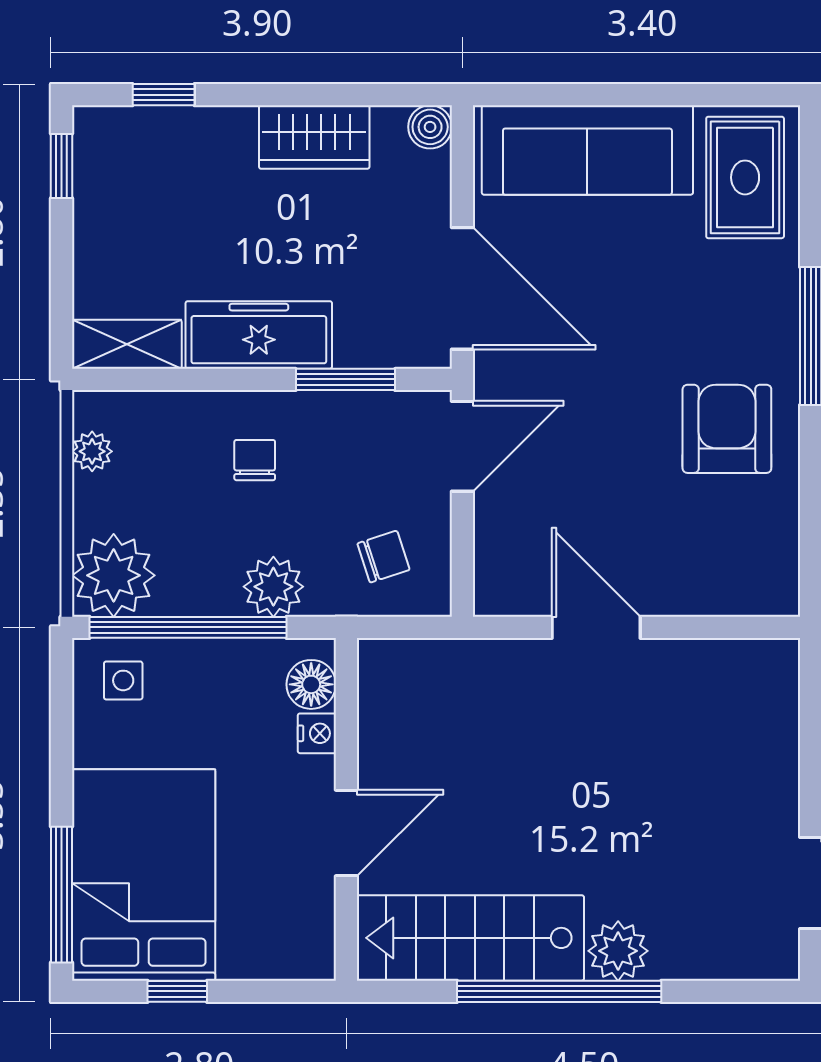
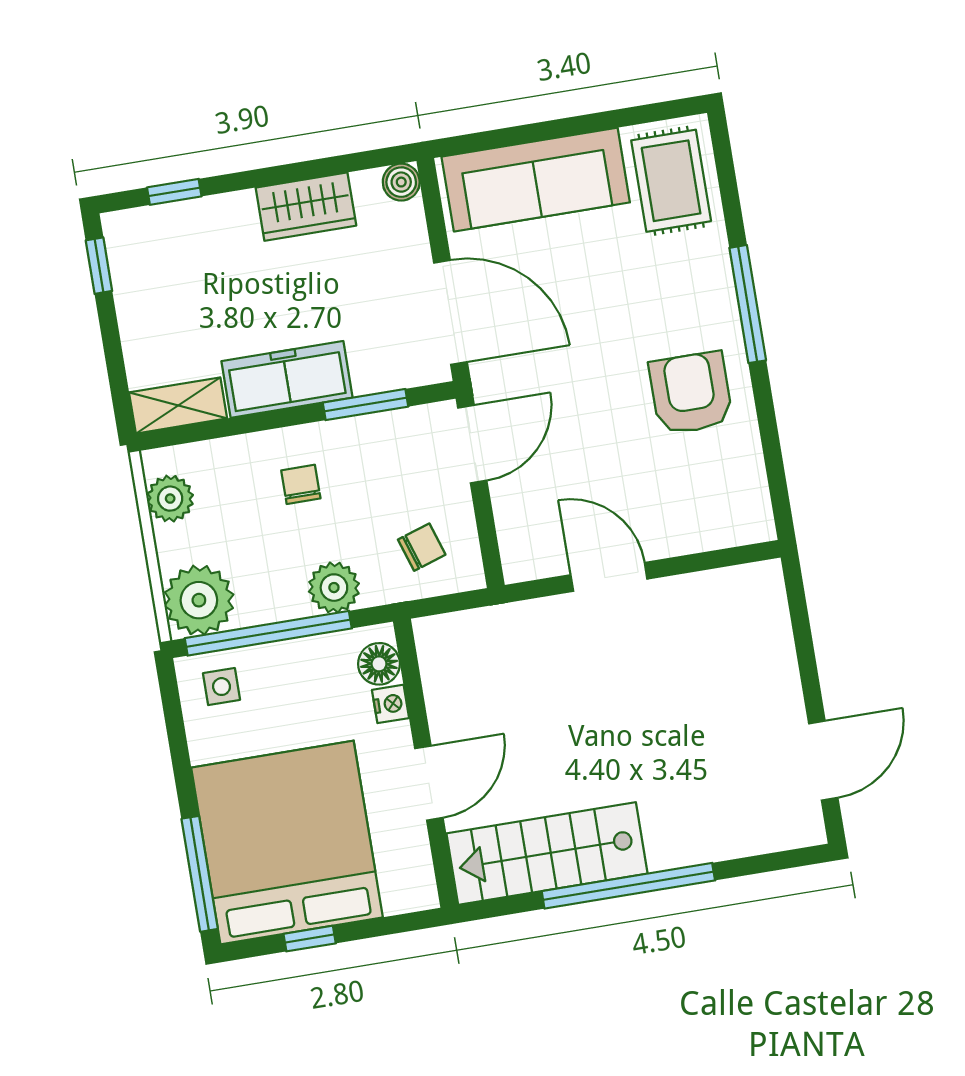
plant: (92, 451) -> (170, 499), width x1.38, depth x1.38
bed: (144, 875) -> (287, 842), width x1.36
plant: (618, 951) -> (672, 844), removed

